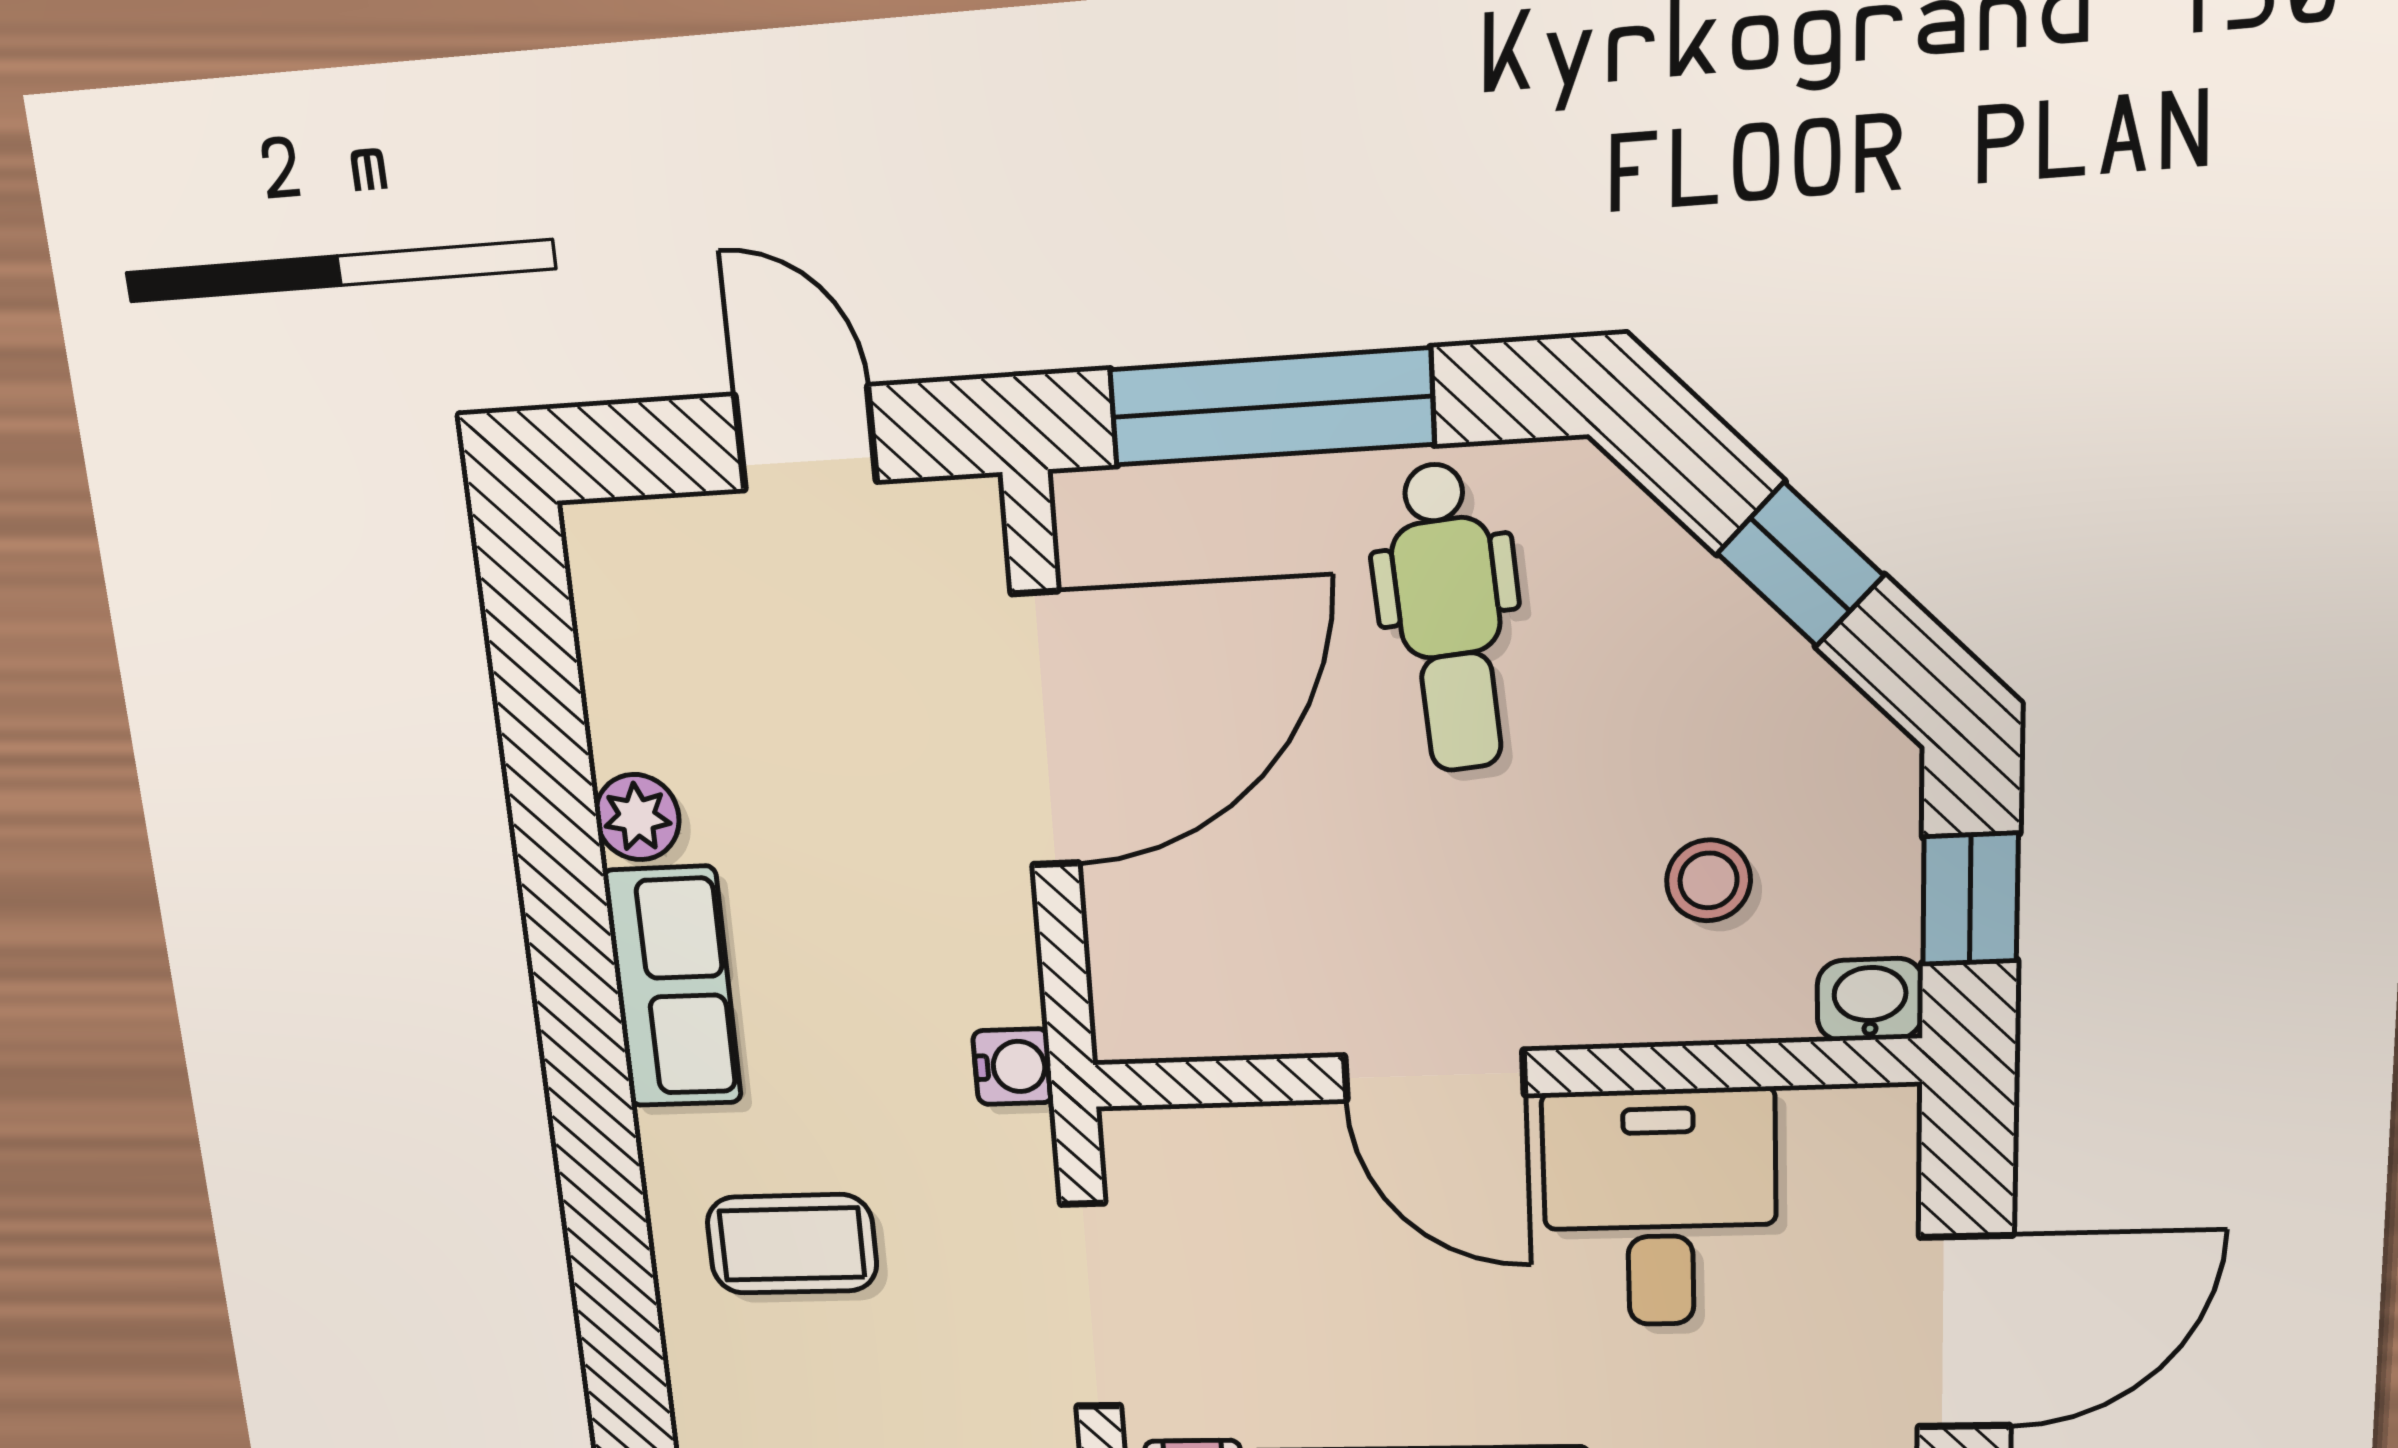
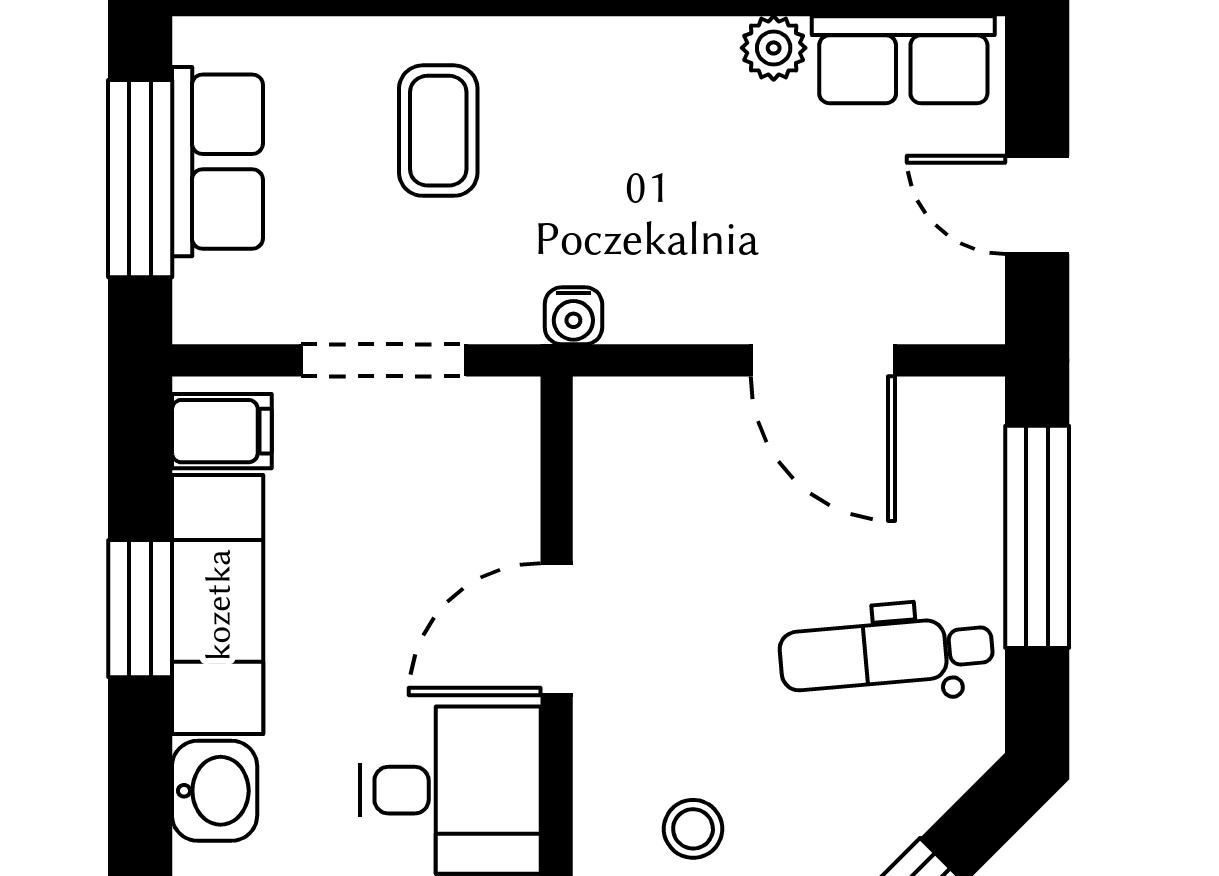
door: (806, 438) -> (1037, 205), swing flipped
door: (1045, 730) -> (823, 360), width x0.73
row of seats: (673, 987) -> (903, 60), moved

